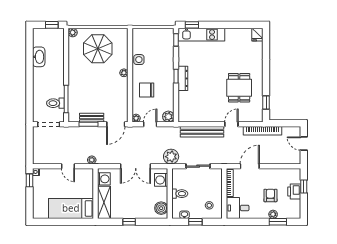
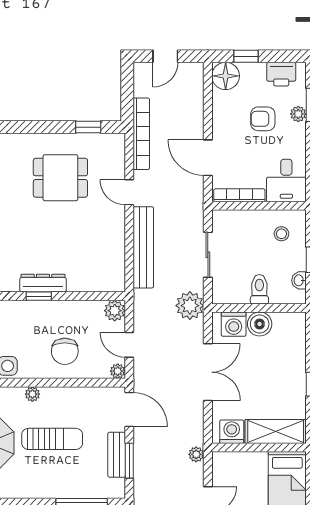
sun lounger: (100, 83) -> (52, 439), added
floor lamp: (293, 176) -> (226, 76), added
printer: (294, 191) -> (281, 74), moved
boiler: (161, 208) -> (260, 324), moved

